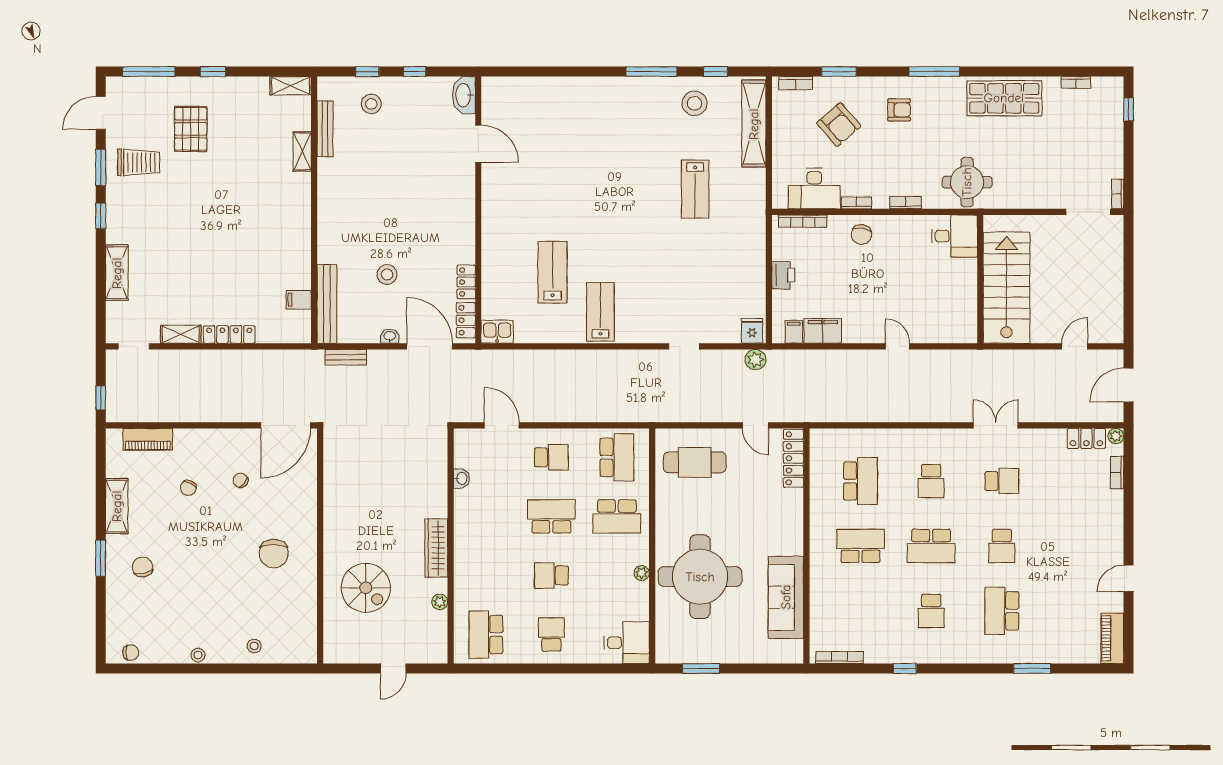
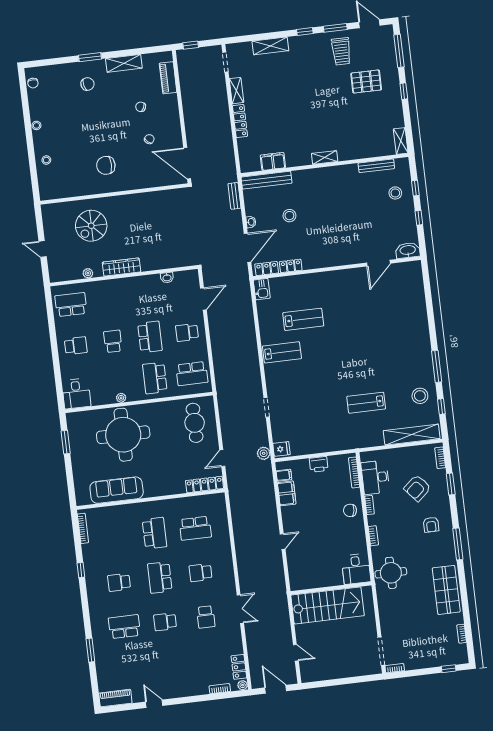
shelving: (302, 151) -> (325, 157), moved
filing cabinet: (299, 300) -> (273, 161), width x2.00
school desk: (551, 457) -> (187, 332), turned 90

